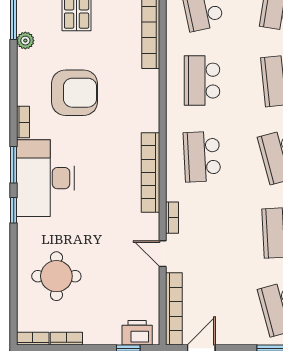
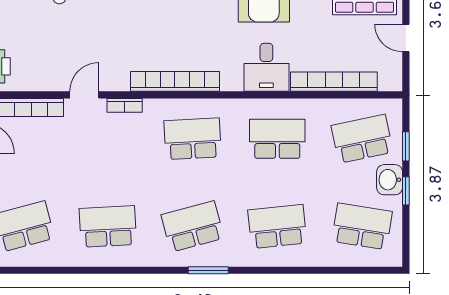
desk: (138, 90) -> (266, 67), added

